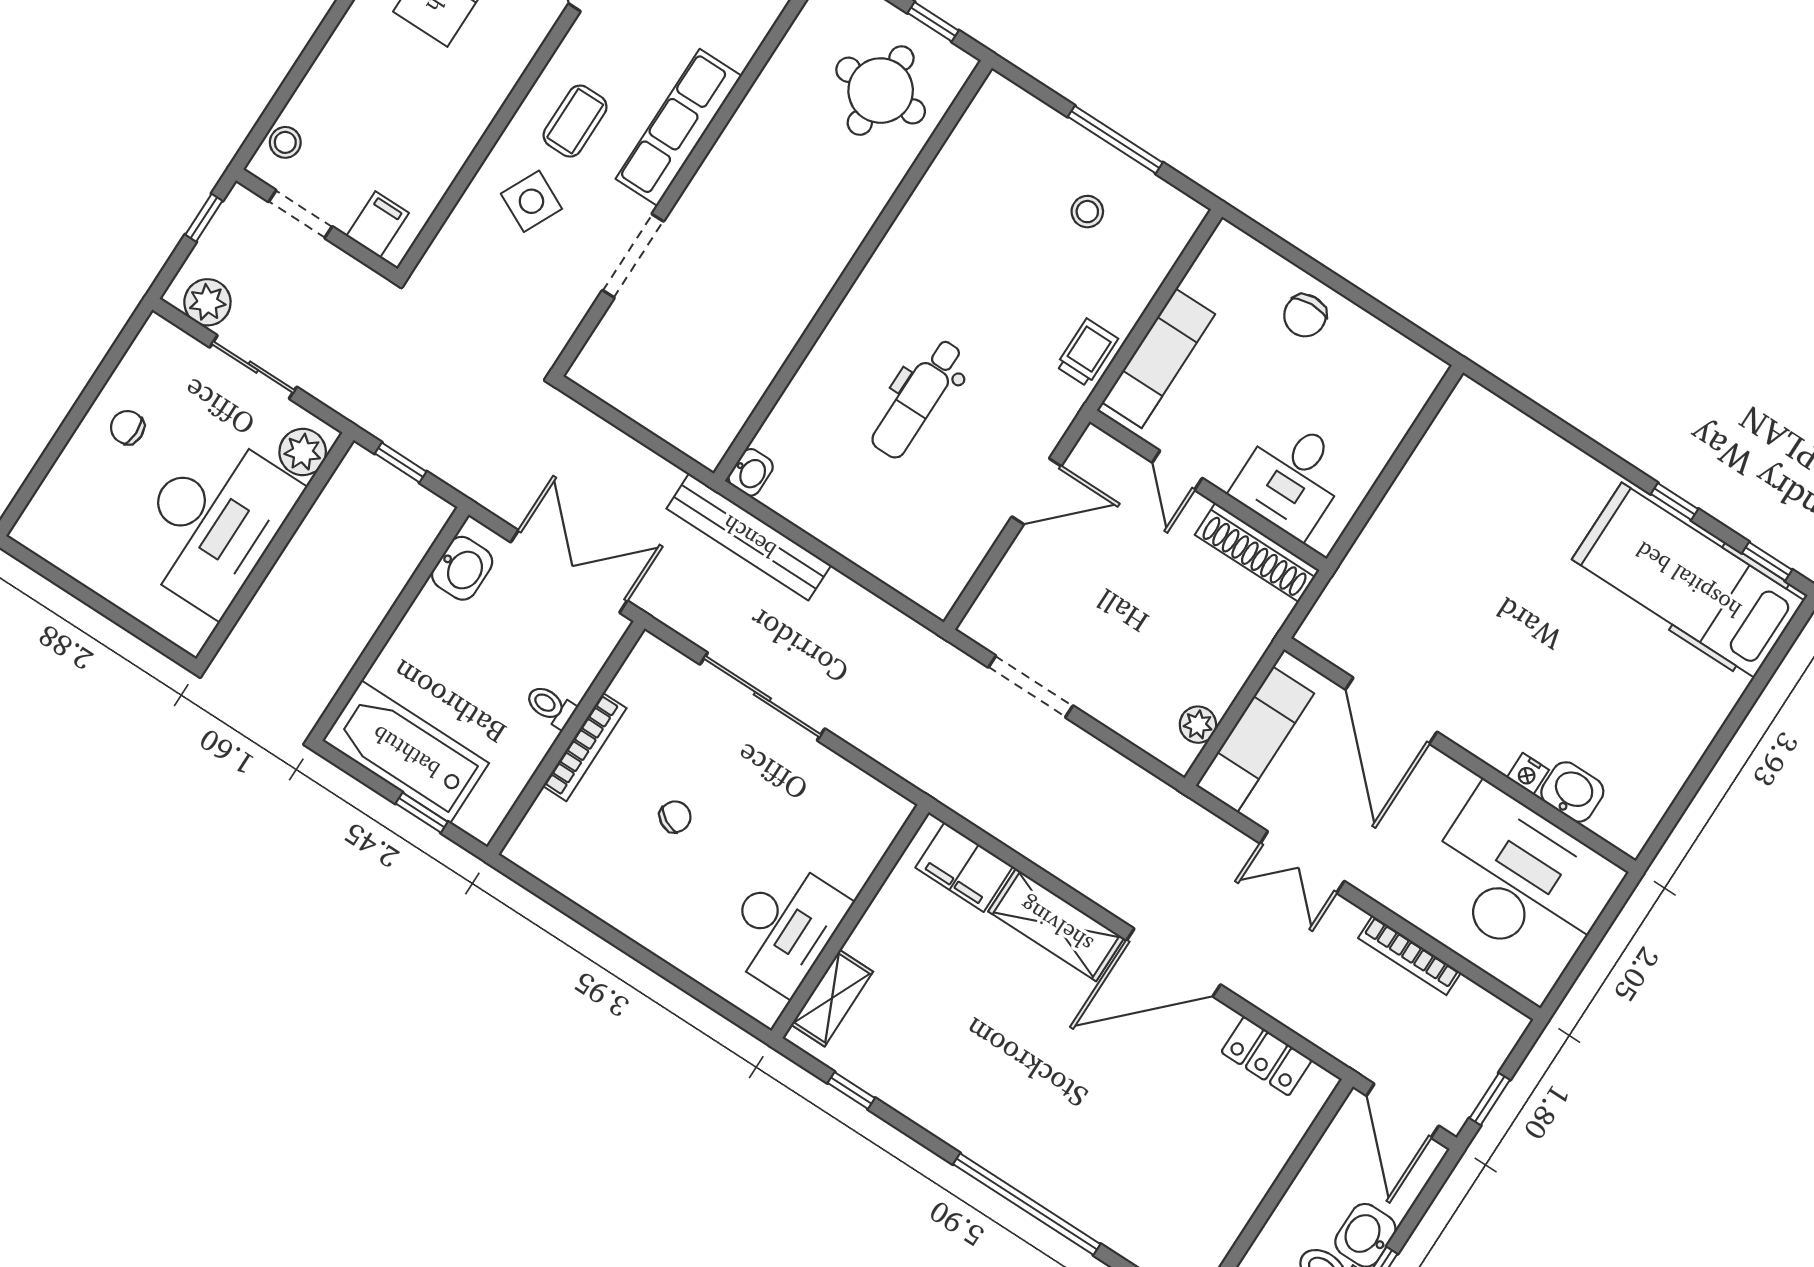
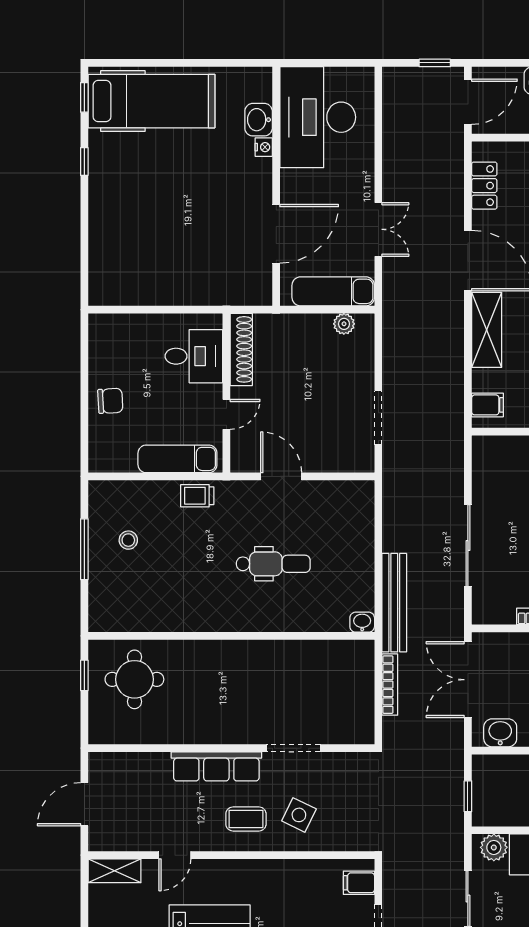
hospital bed: (1688, 580) -> (151, 101), moved, turned -90
filing cabinet: (964, 867) -> (487, 405), width x0.50
bookcase: (1410, 955) -> (390, 685), moved

